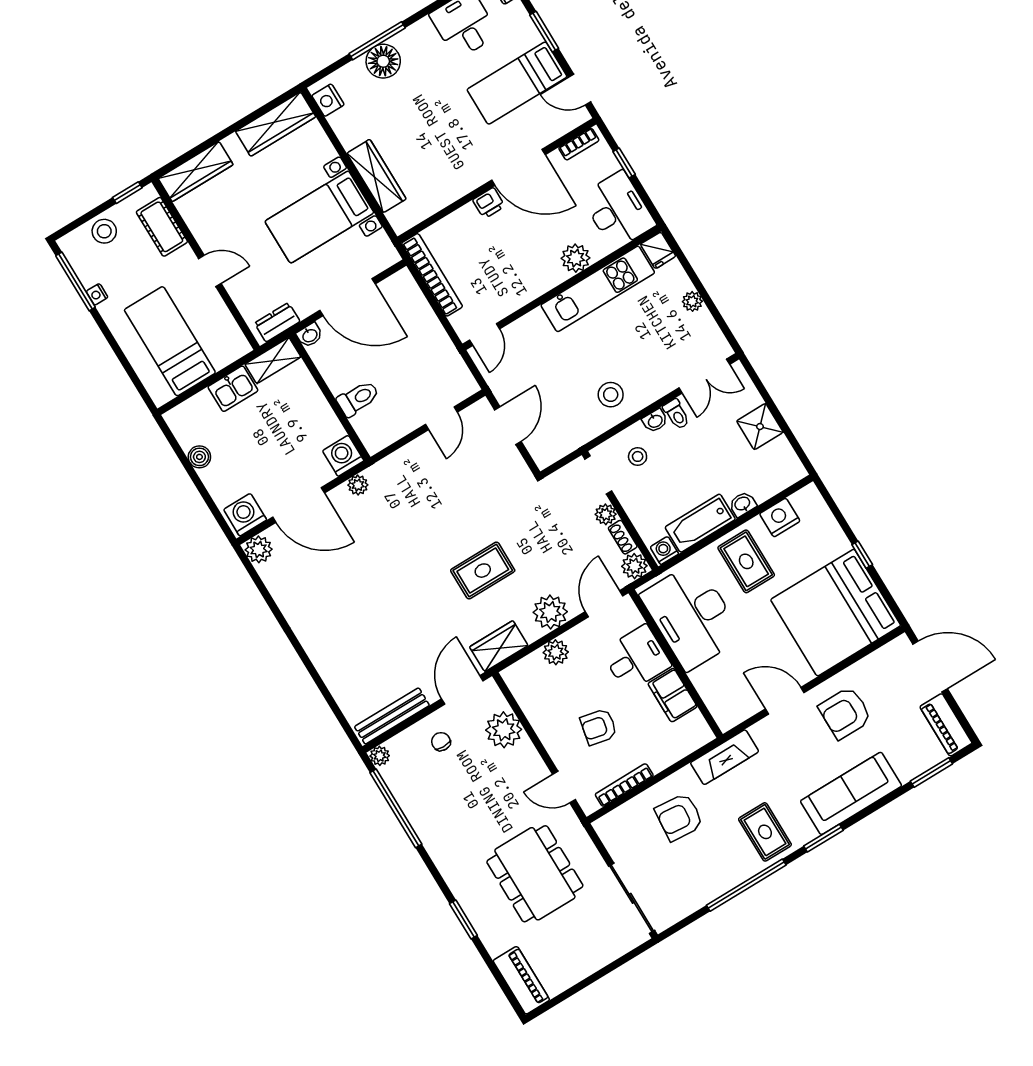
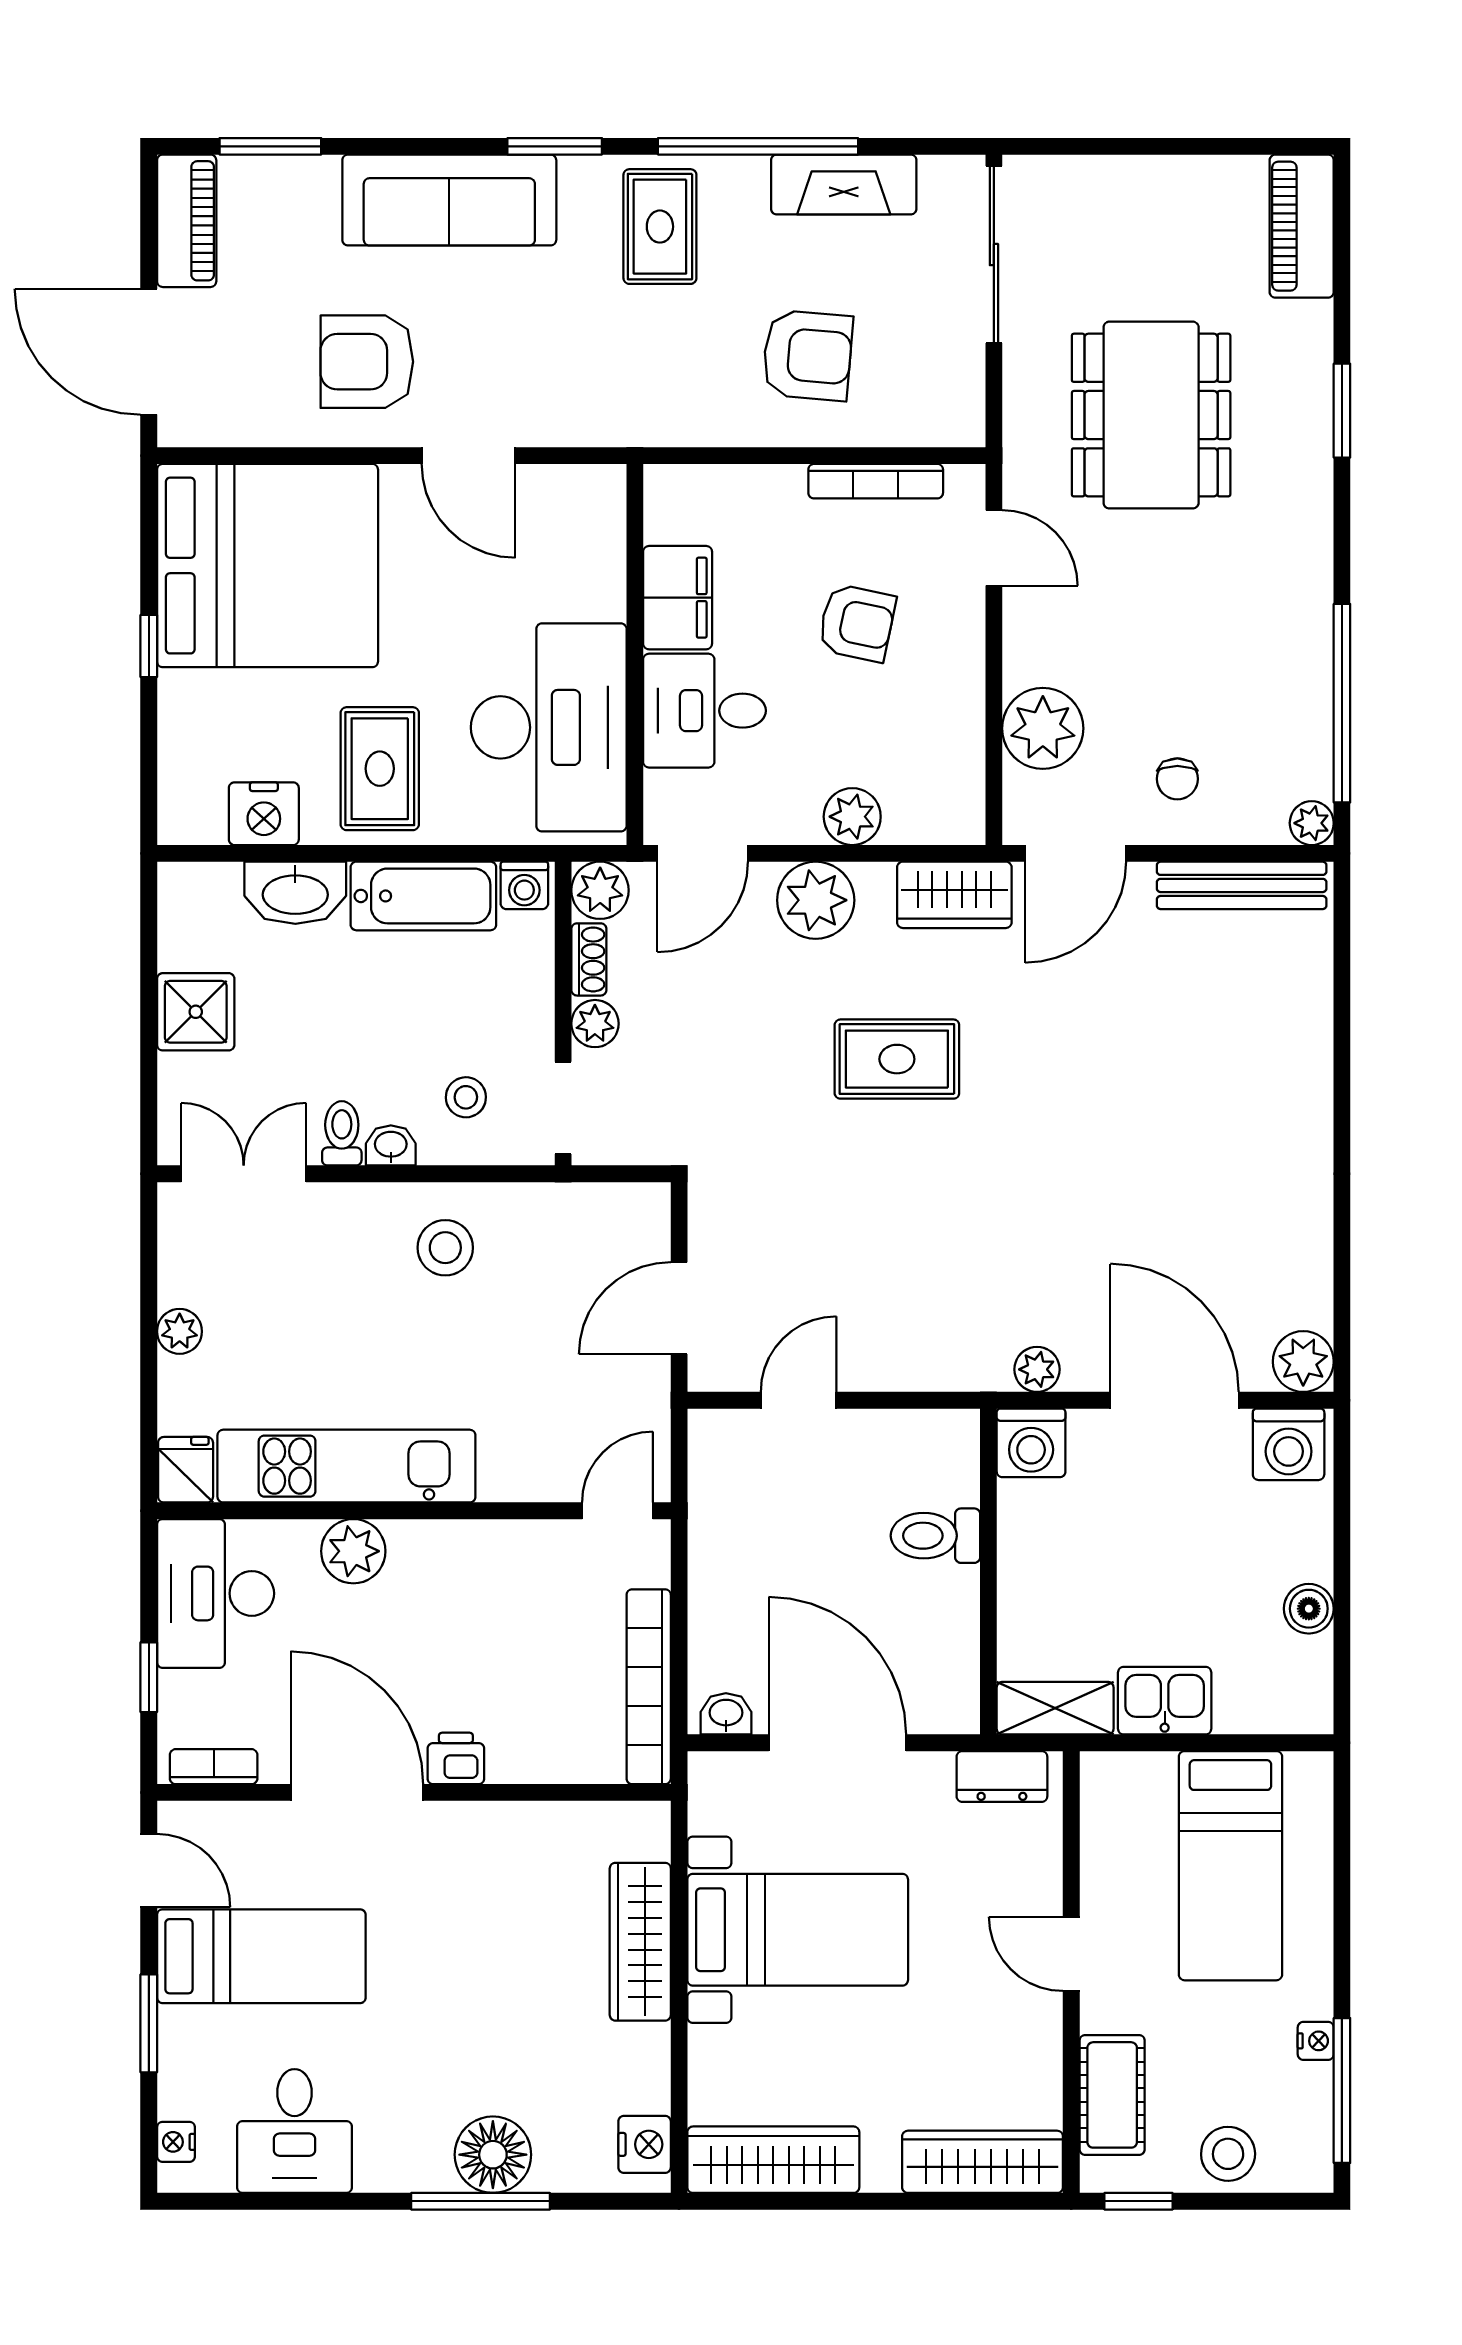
washbasin: (310, 335) -> (726, 1714), moved
washbasin: (743, 504) -> (295, 893), width x1.91, depth x1.45
armchair: (845, 713) -> (367, 362), turned 180
fireplace: (725, 757) -> (844, 184), moved, turned 180

